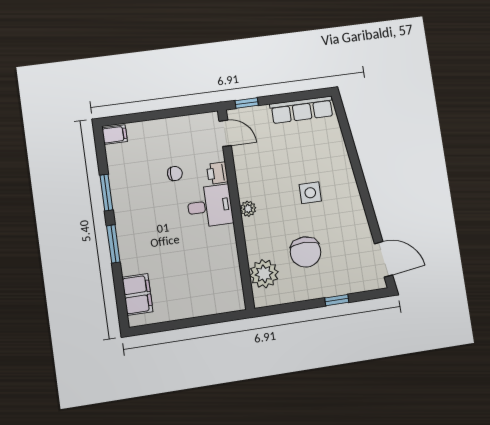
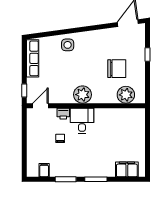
filing cabinet: (115, 135) -> (44, 170), moved
side table: (310, 193) -> (68, 45), moved
plant: (248, 209) -> (83, 95), width x1.88, depth x1.88

